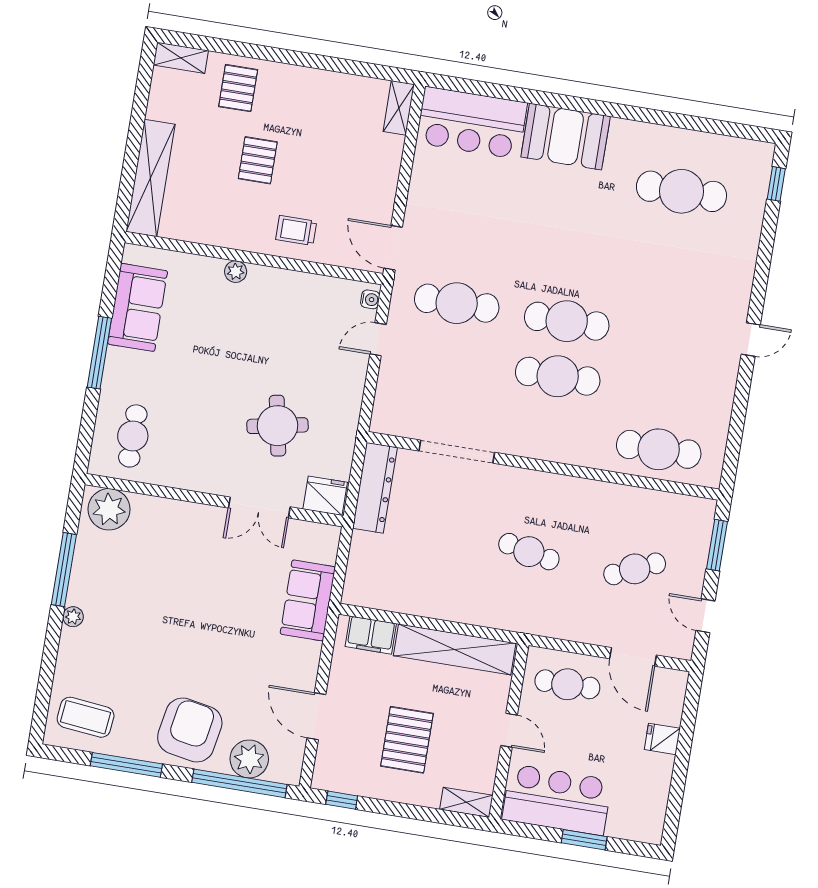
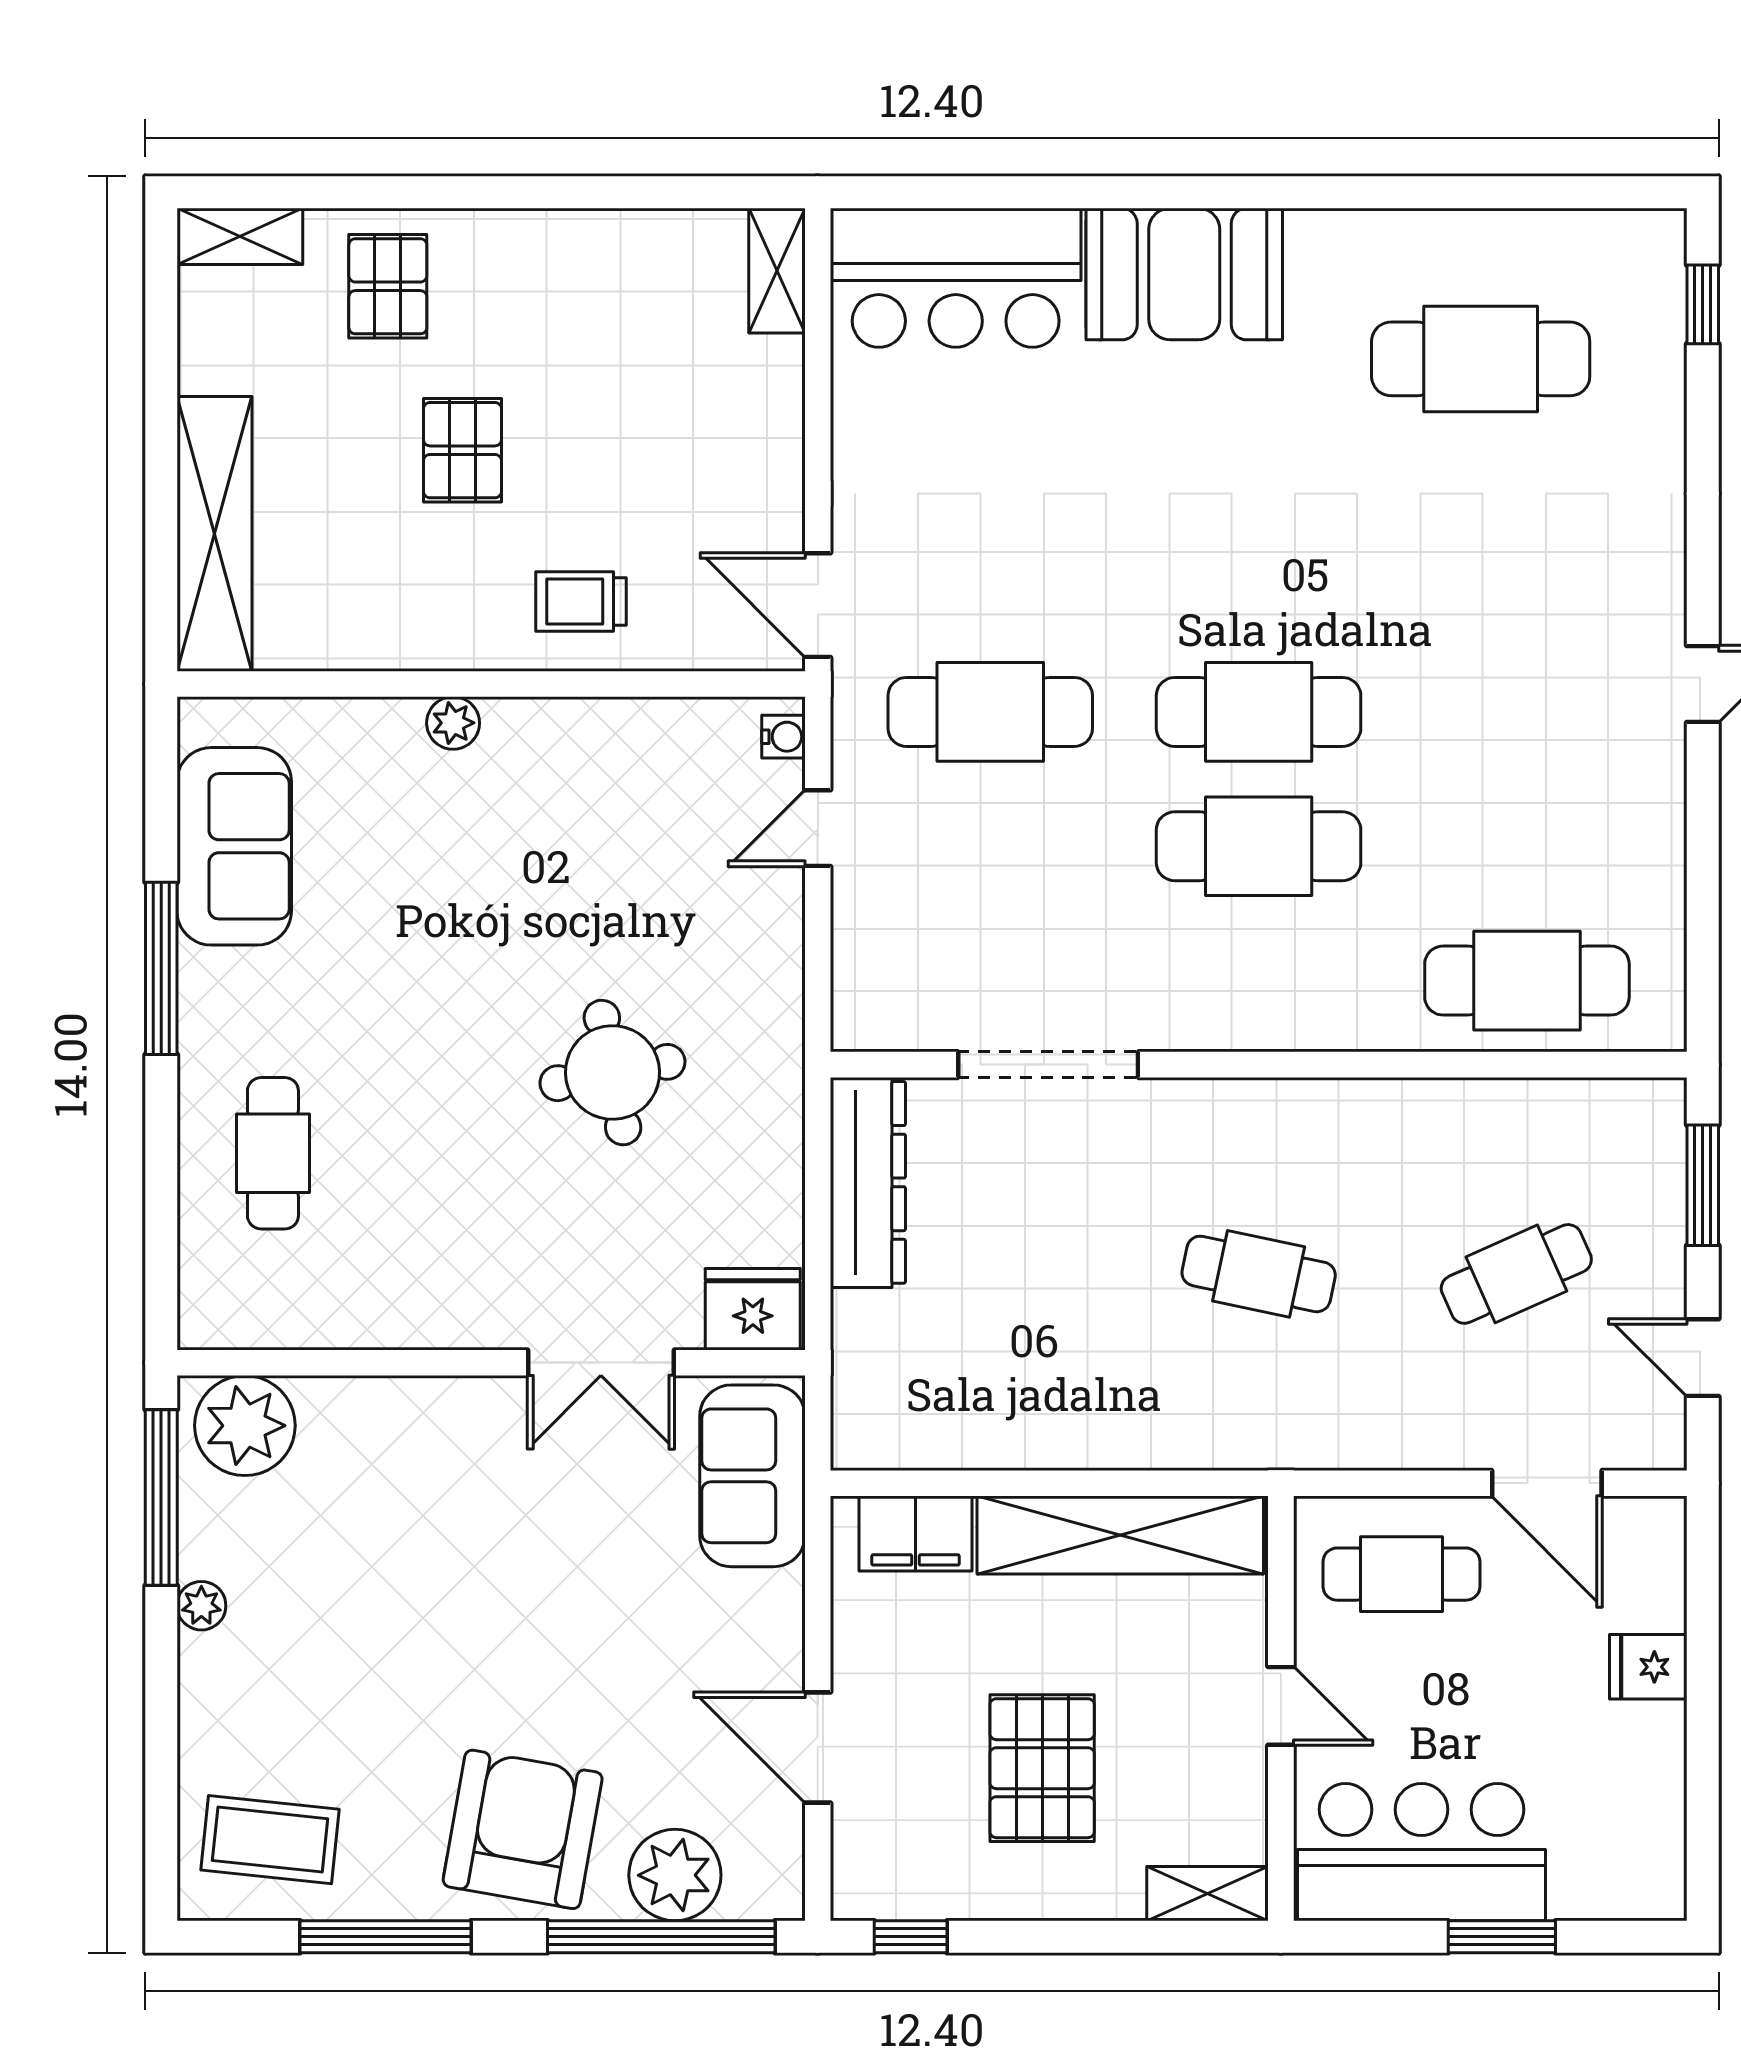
fridge: (325, 496) -> (753, 1309), moved
wall: (214, 500) -> (491, 1363), moved
double door: (259, 507) -> (601, 1363), moved
plant: (109, 509) -> (245, 1426), moved

